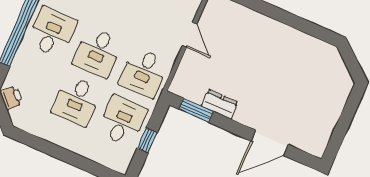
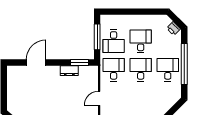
desk: (52, 32) -> (168, 70), turned 180
door: (190, 35) -> (99, 98), hinge flipped
window: (147, 140) -> (97, 37), width x2.17

